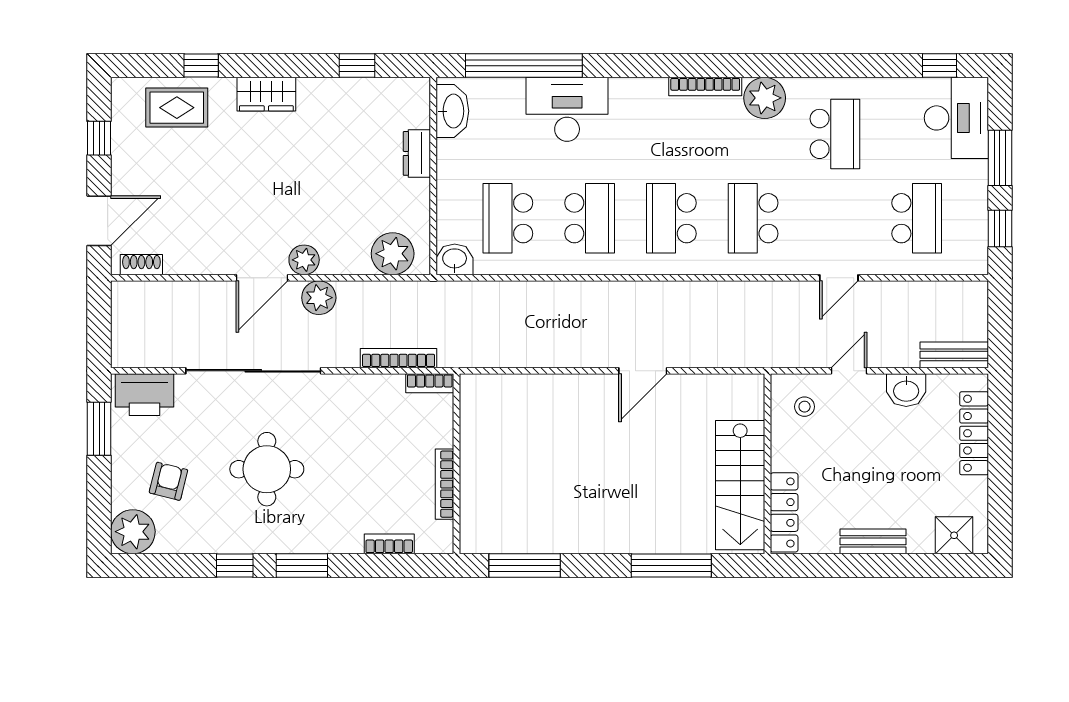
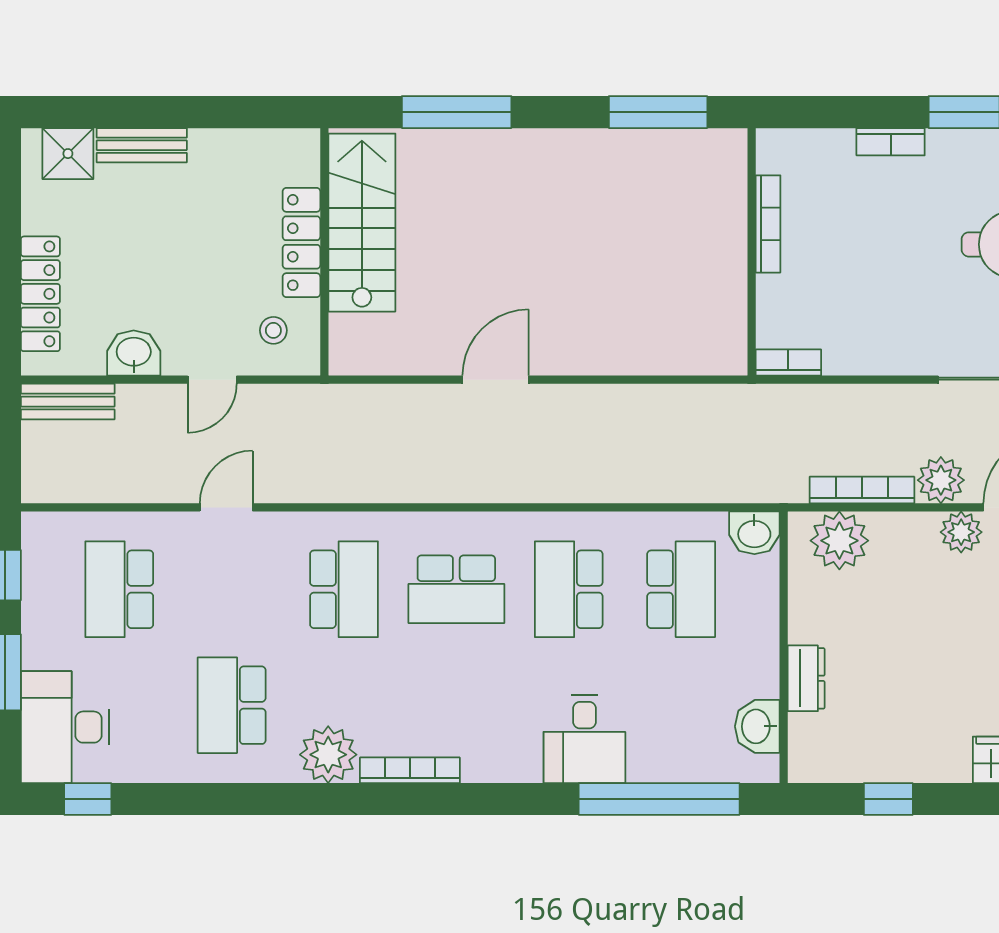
desk: (567, 109) -> (584, 739), width x0.73
washbasin: (452, 111) -> (757, 726), width x0.72
school desk: (671, 218) -> (456, 589), turned 90
bookcase: (399, 358) -> (862, 490), moved, turned 180
locker: (784, 512) -> (301, 242), moved
bench: (873, 541) -> (142, 145), moved
bookcase: (389, 544) -> (891, 142), moved

